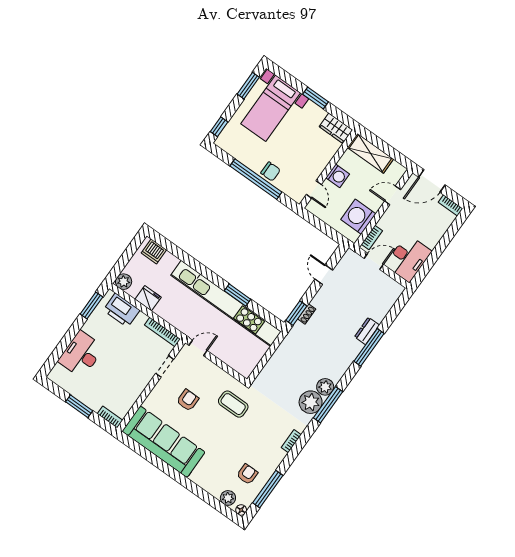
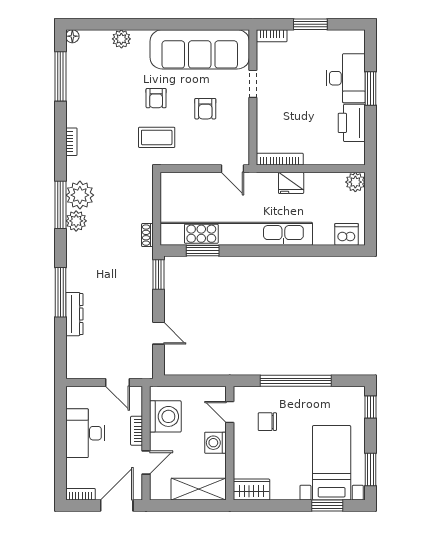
window: (315, 98) -> (327, 505), moved
chair: (271, 171) -> (267, 422), moved
bookcase: (372, 238) -> (137, 431), moved
desk: (408, 258) -> (85, 433), moved
door: (374, 261) -> (117, 382), hinge flipped
window: (237, 295) -> (203, 251), moved
fridge: (148, 298) -> (291, 183), moved
window: (91, 306) -> (370, 88), moved
printer: (121, 310) -> (352, 123), moved, turned -90
shoe rack: (307, 314) -> (147, 235), moved
dresser: (367, 331) -> (74, 314), width x1.44
door: (198, 348) -> (232, 169), hinge flipped
doorway: (165, 366) -> (253, 84), moved
armchair: (247, 474) -> (156, 98), moved
plant: (228, 498) -> (121, 39), moved

